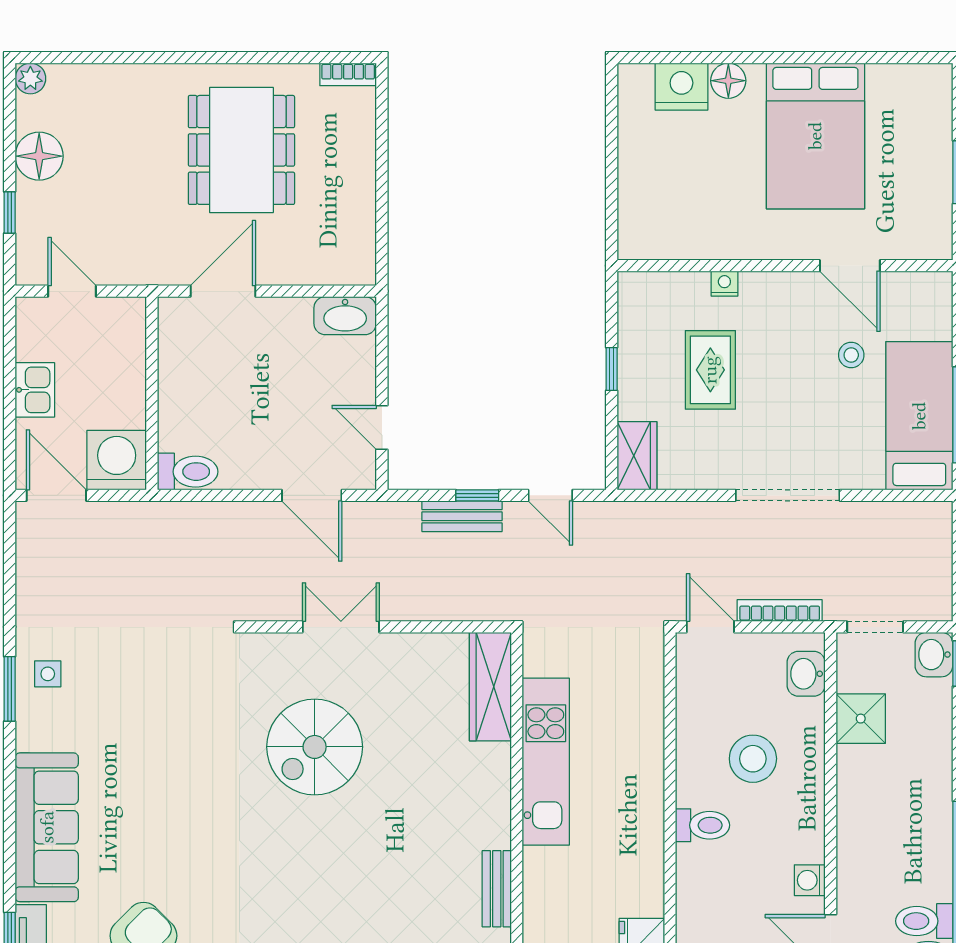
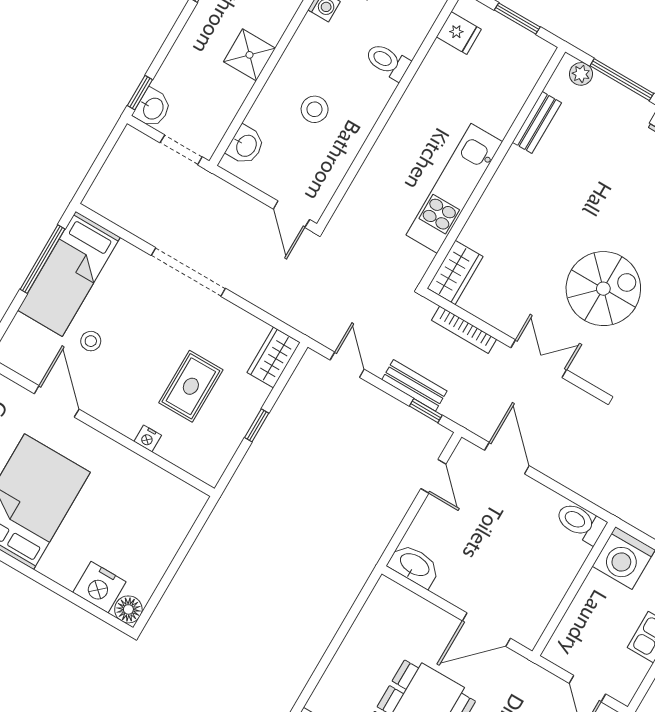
floor lamp: (728, 81) -> (128, 609), moved
window: (477, 495) -> (426, 411), moved
bookcase: (780, 610) -> (464, 330), moved
double door: (341, 627) -> (539, 359), swing flipped
wardrobe: (490, 687) -> (455, 272), width x0.67
shower: (861, 719) -> (249, 55), moved
stool: (753, 759) -> (315, 109), width x0.73, depth x0.73
toilet: (703, 825) -> (388, 61), moved

